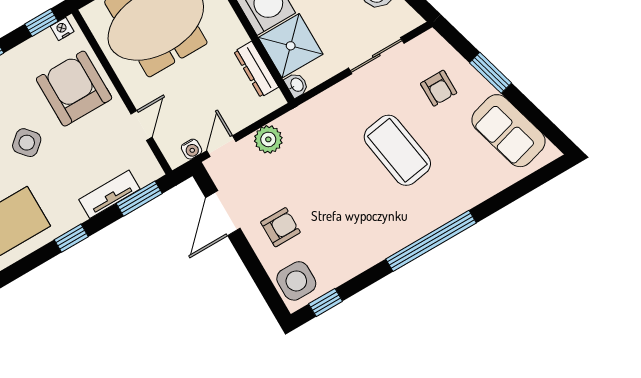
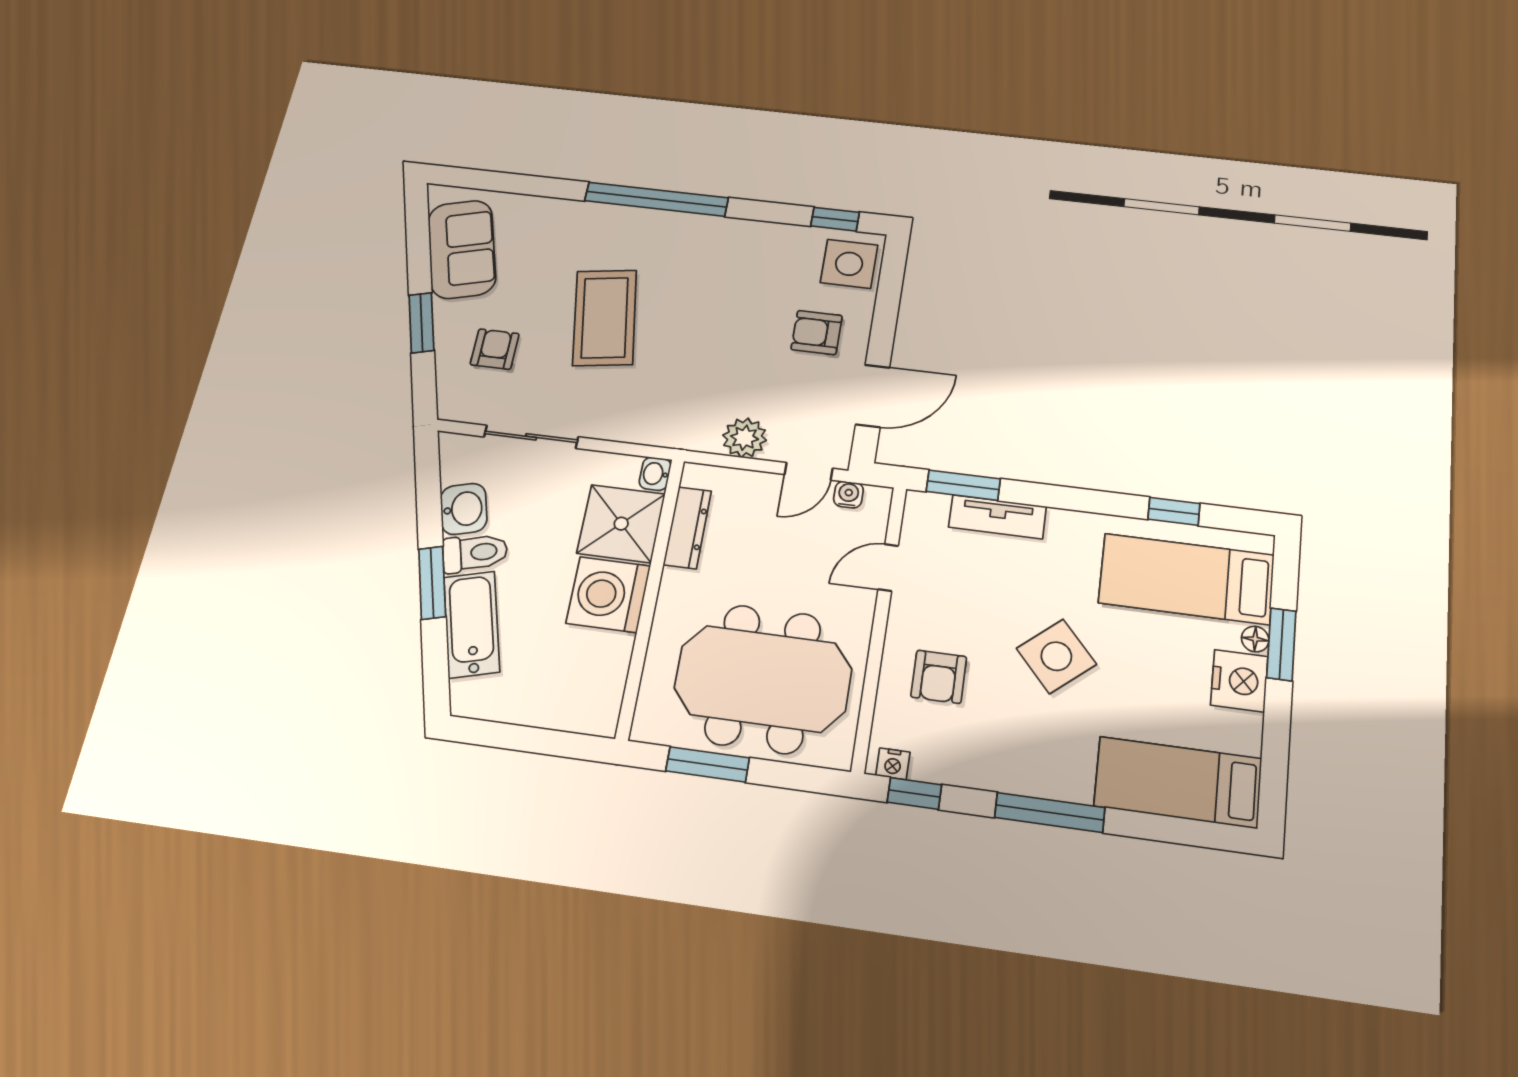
armchair: (74, 89) -> (939, 677), width x0.53, depth x0.53
side table: (27, 143) -> (1056, 656), width x1.37, depth x1.37
window: (71, 238) -> (1174, 511), moved

